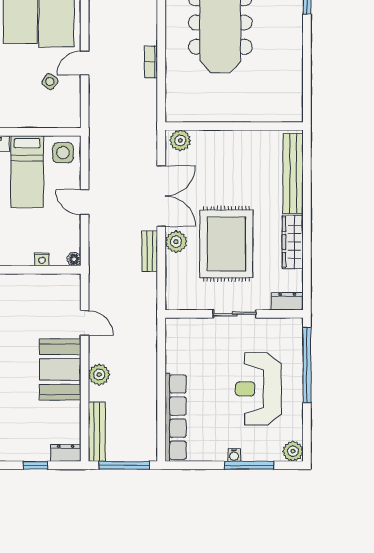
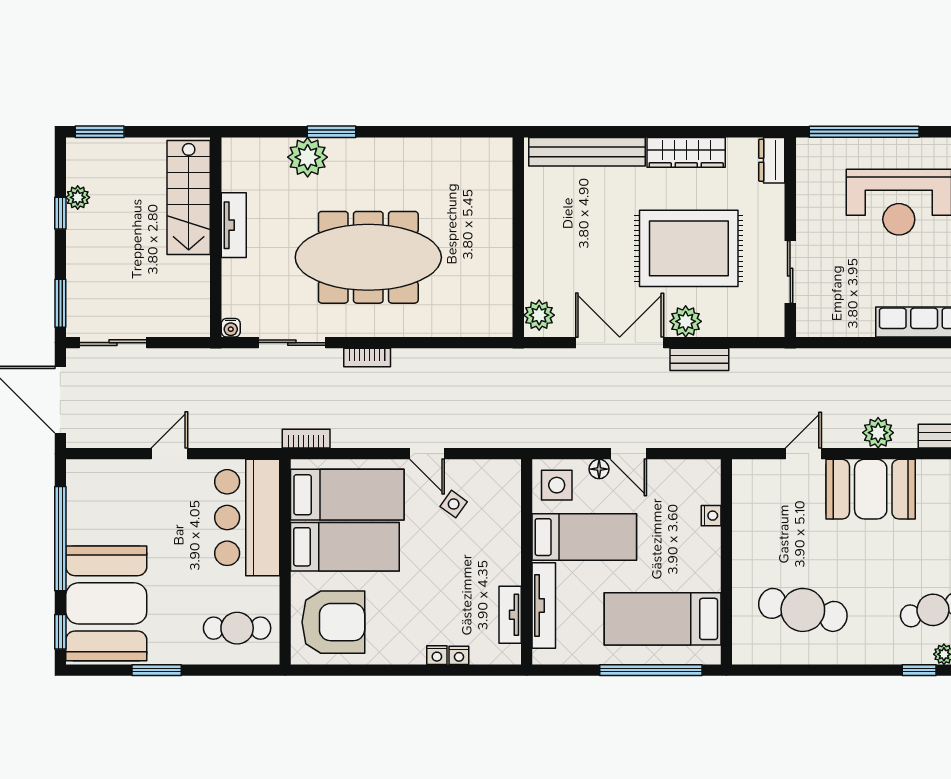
bookcase: (151, 62) -> (367, 358), moved
door: (85, 202) -> (628, 454), hinge flipped
floor lamp: (74, 259) -> (599, 469), moved
sliding door: (235, 314) -> (790, 272), moved

